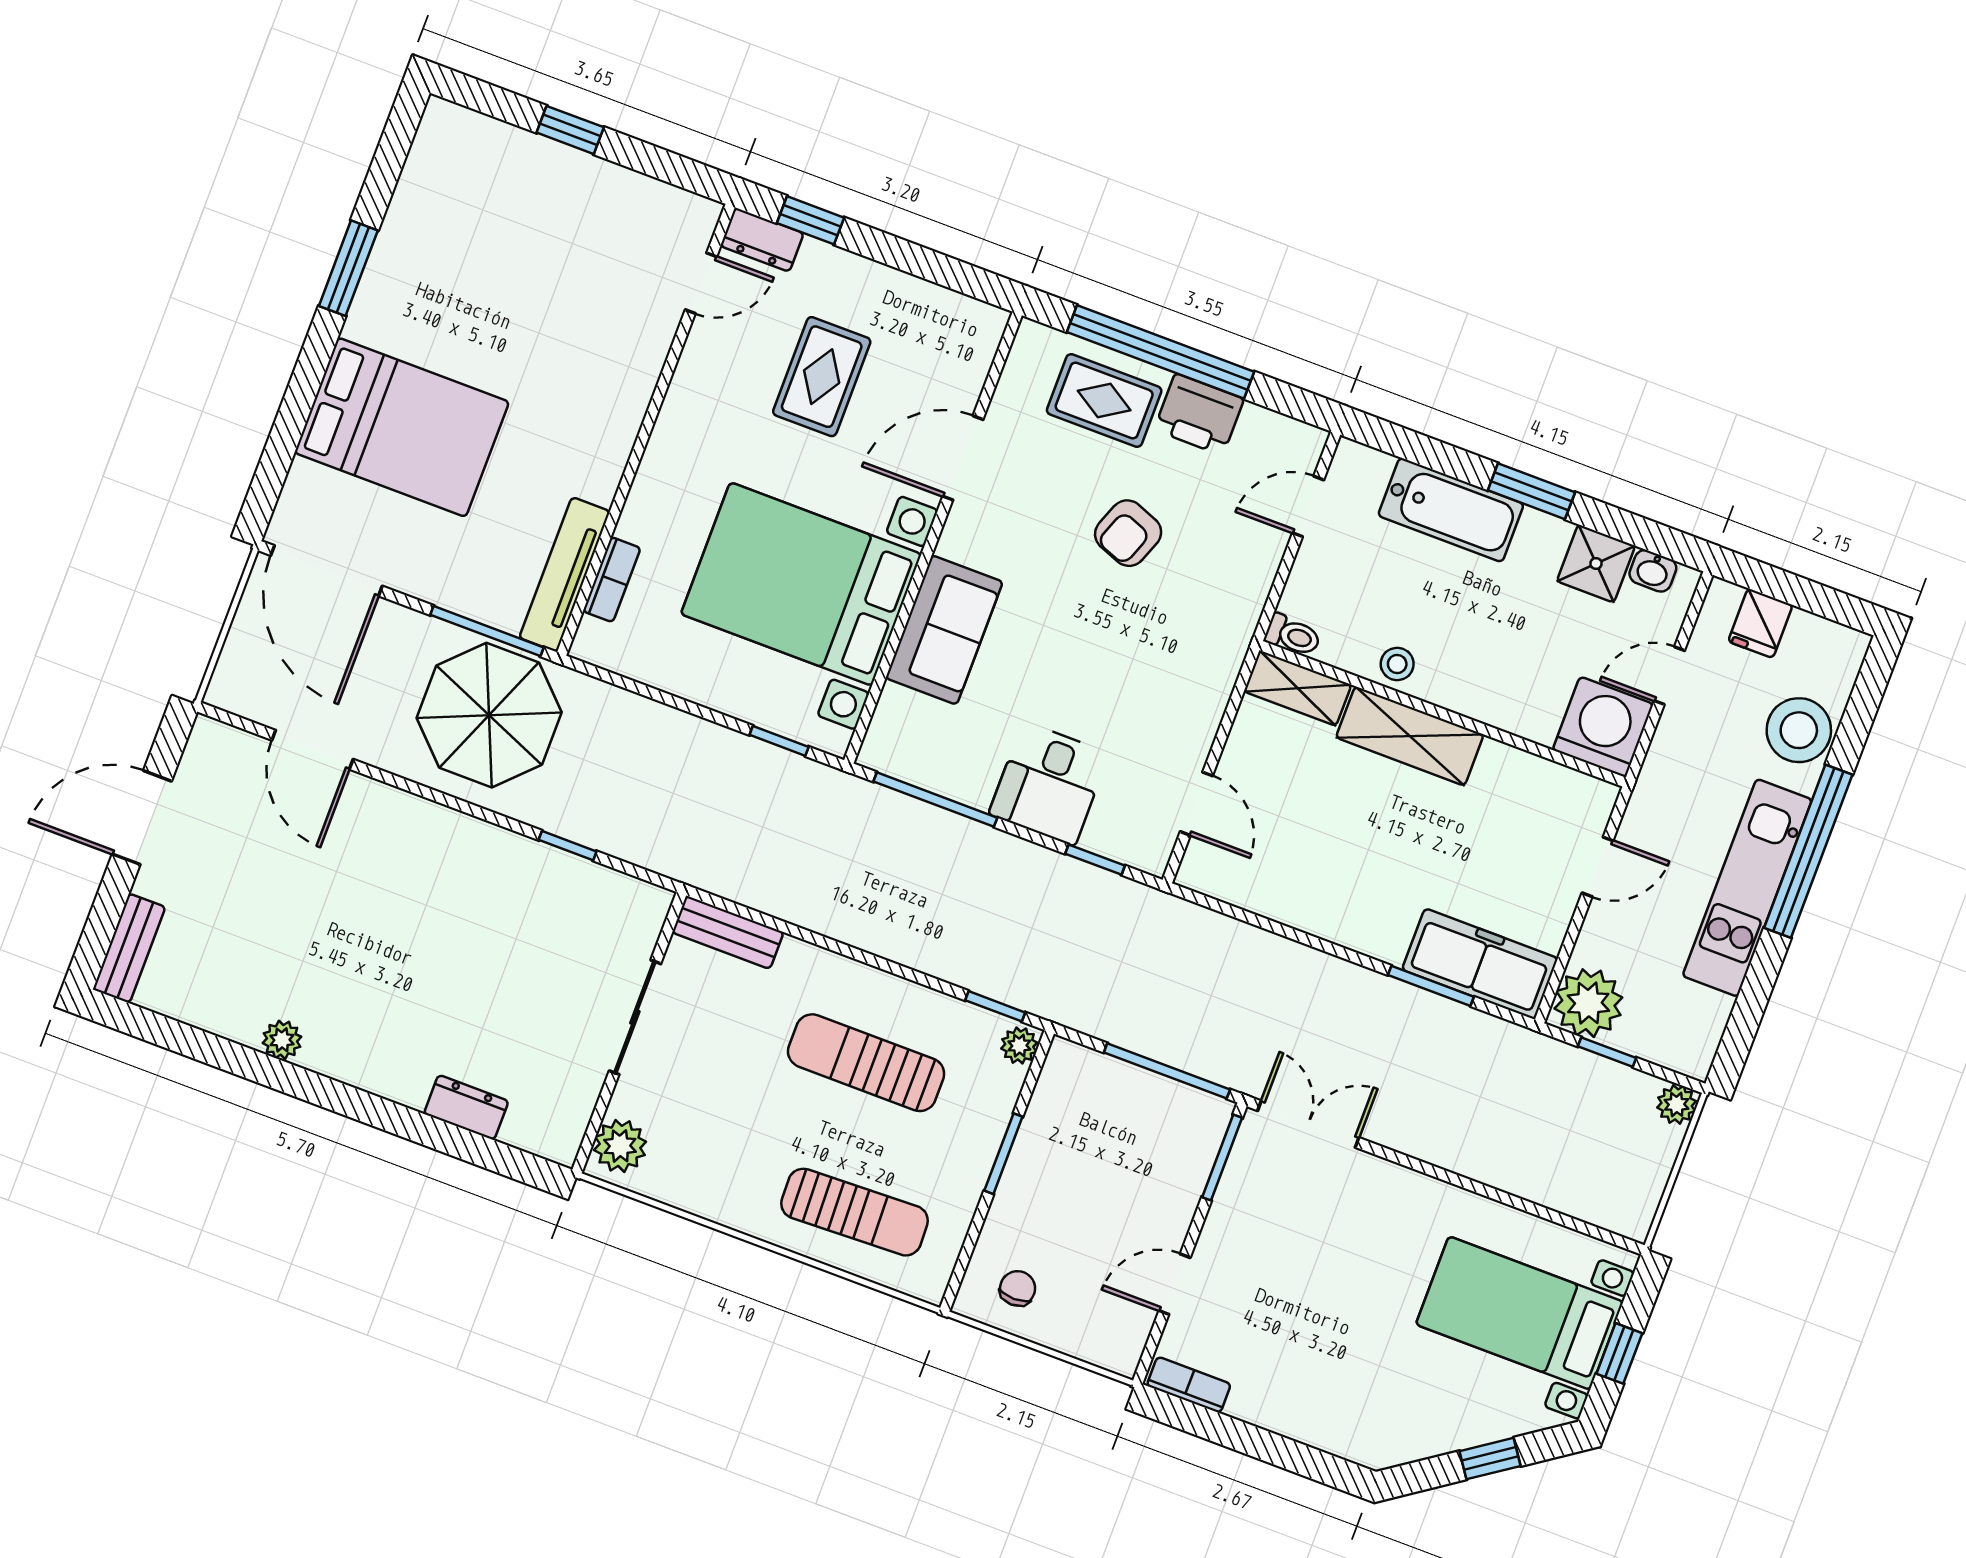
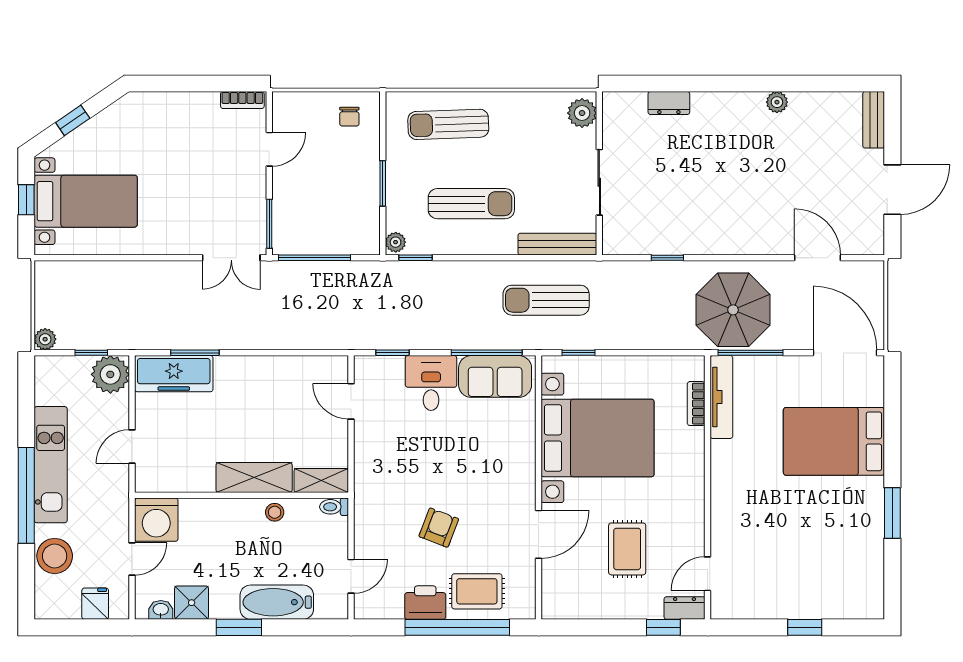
sofa: (944, 630) -> (495, 376), moved, turned -90
sun lounger: (801, 851) -> (546, 300), added
bench: (728, 932) -> (557, 244), width x1.36

